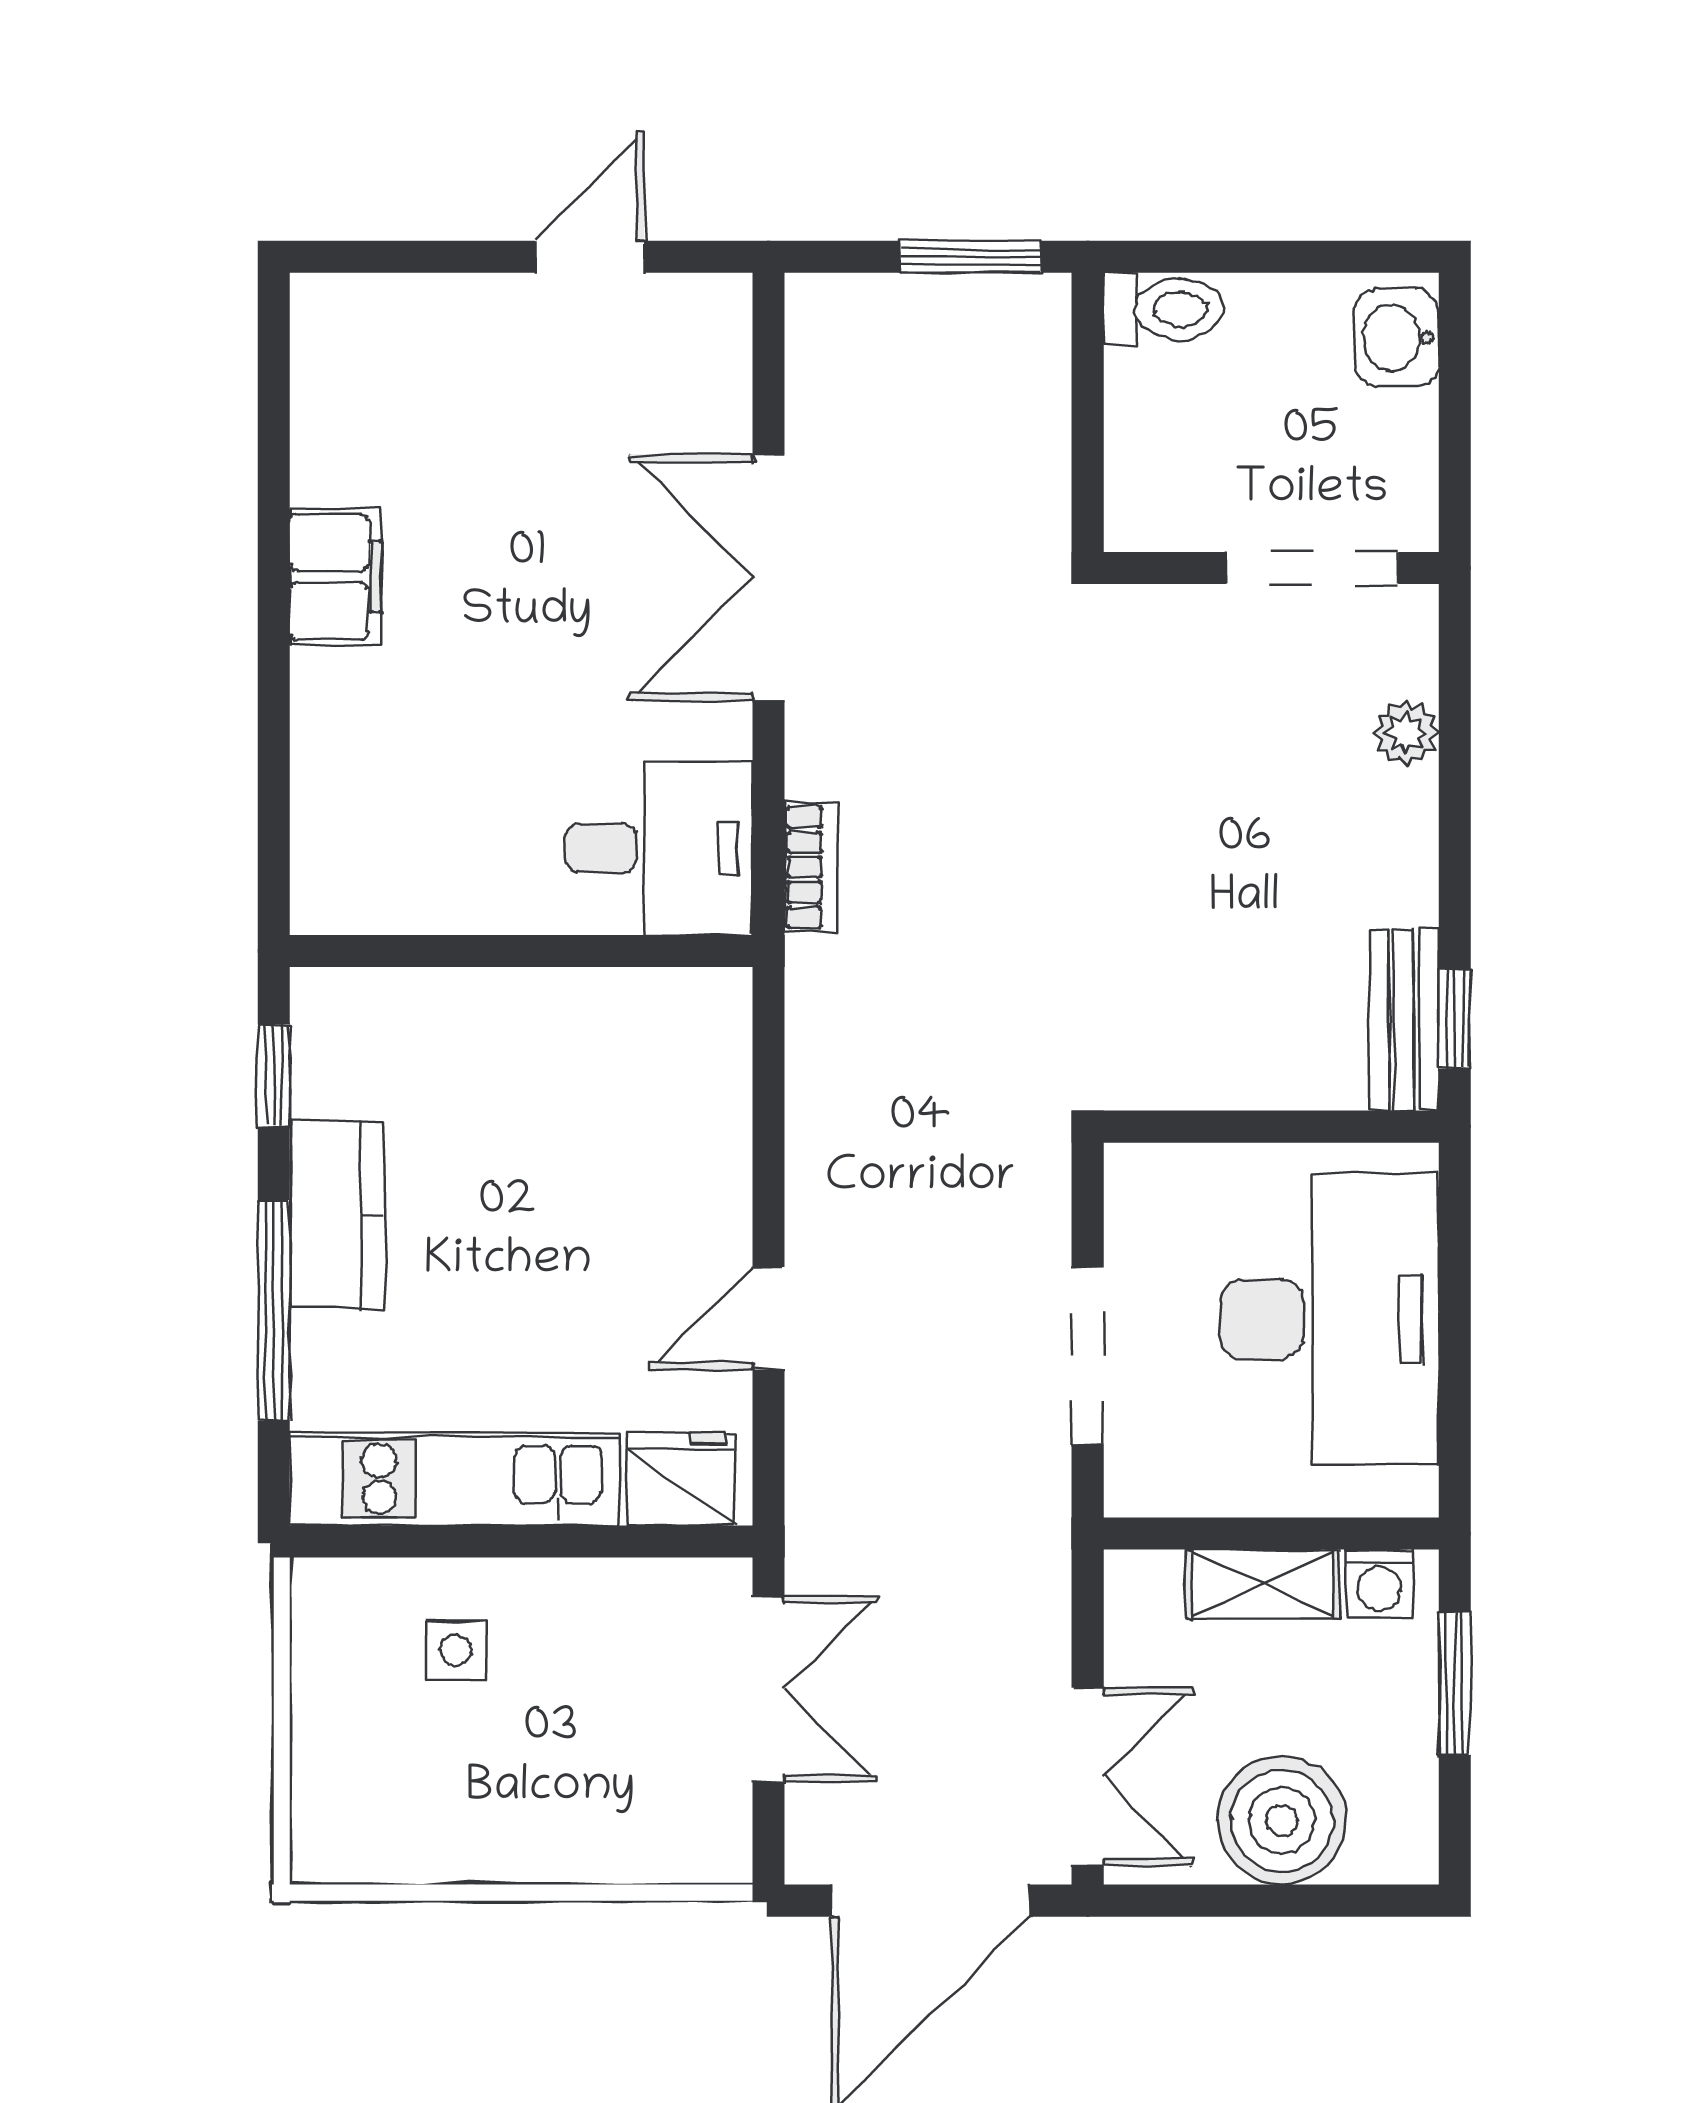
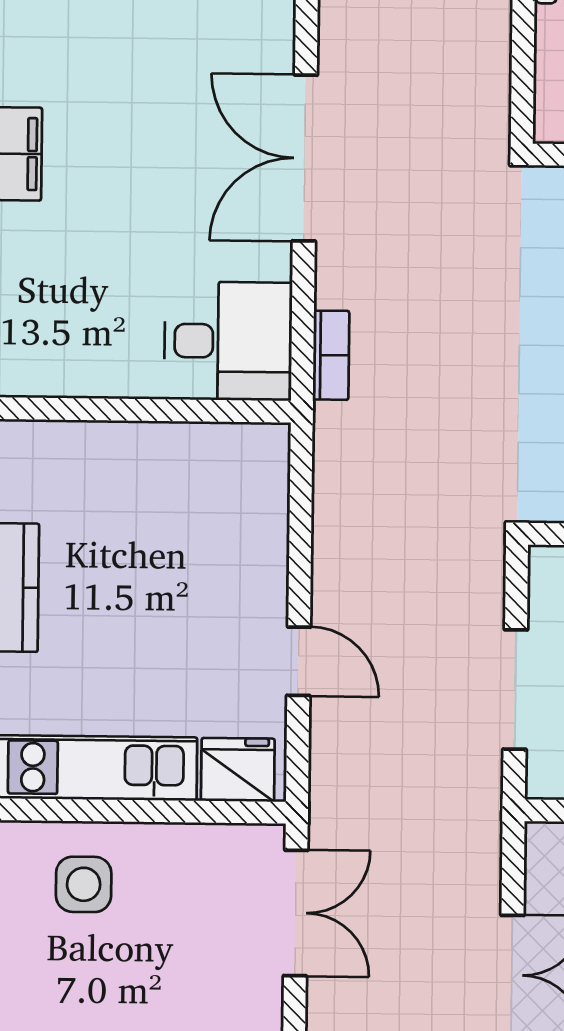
door: (769, 1318) -> (299, 661), swing flipped
side table: (456, 1650) -> (84, 884), width x1.37, depth x1.37

